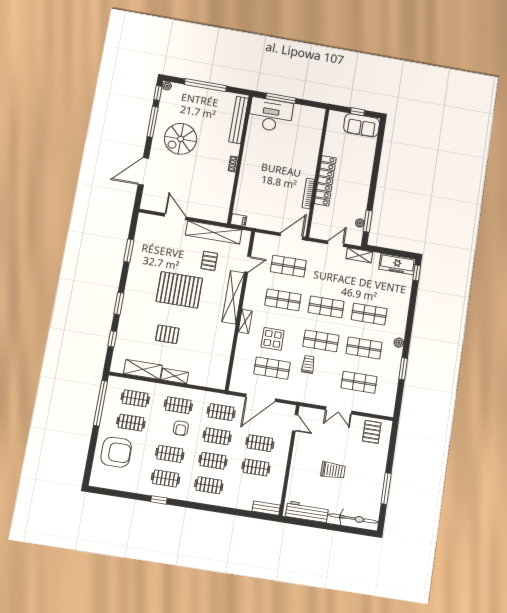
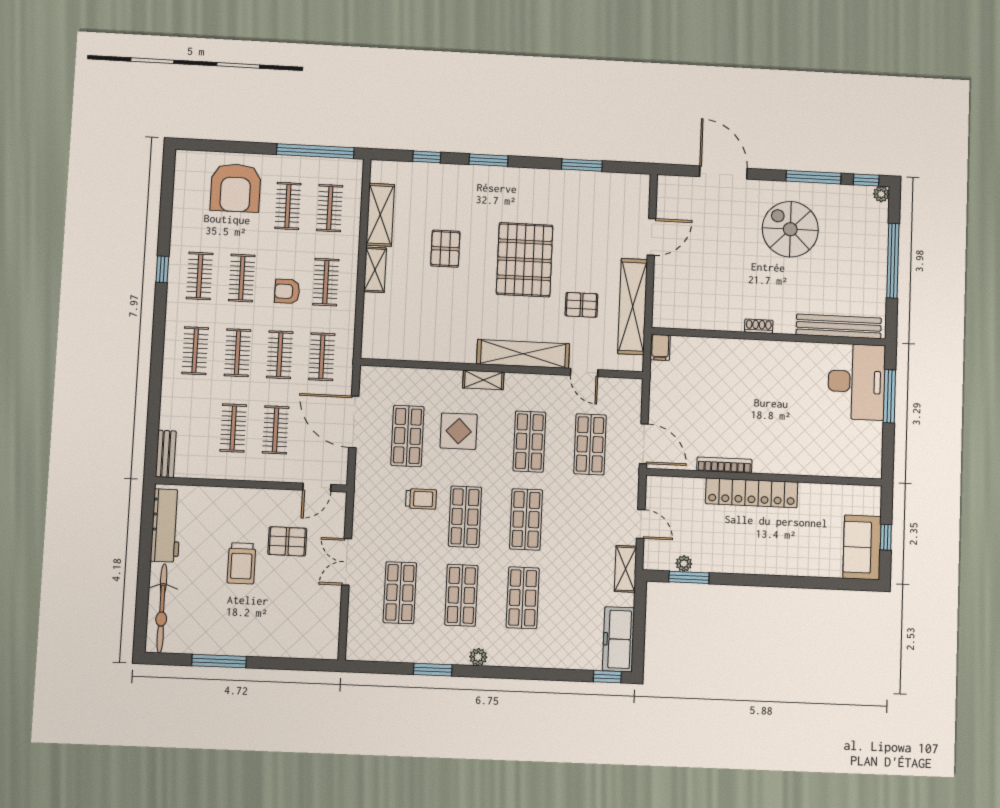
pallet: (372, 432) -> (287, 541), moved

